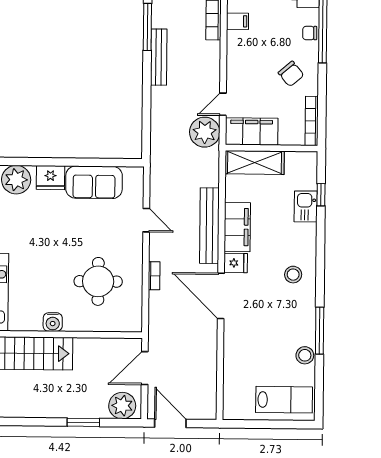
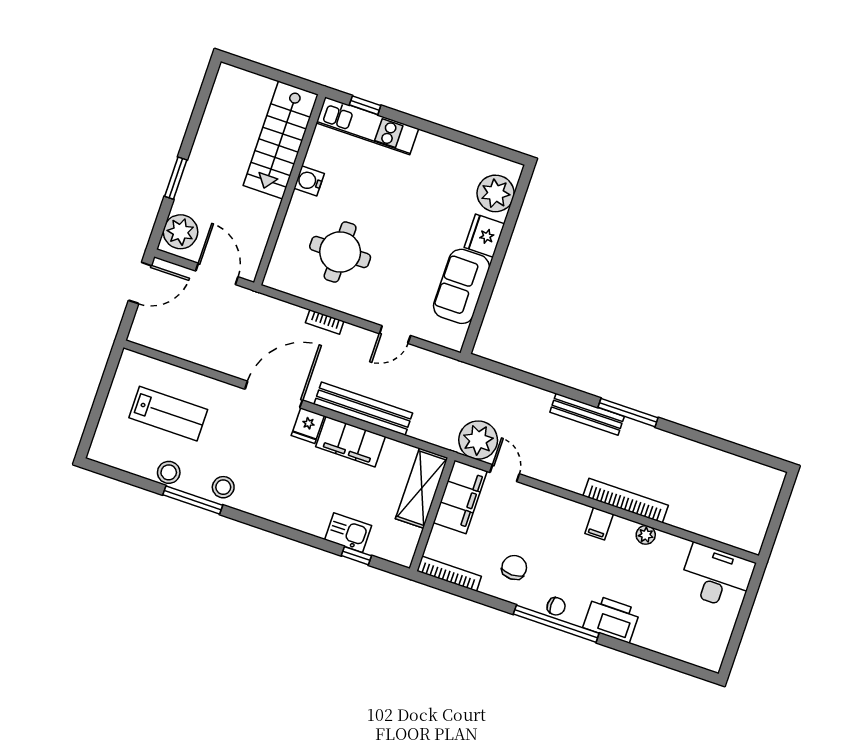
chair: (310, 33) -> (556, 606), turned 90
chair: (291, 74) -> (514, 567), turned 130
stool: (293, 275) -> (223, 487), moved
lab bench: (284, 400) -> (168, 414), moved, turned -90

